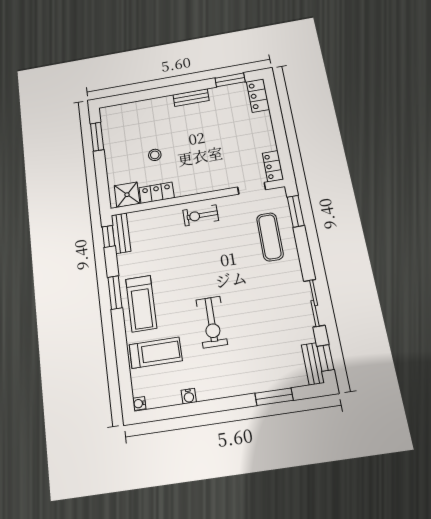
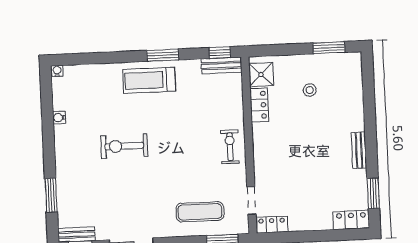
stool: (155, 155) -> (310, 90), moved
treadmill: (156, 353) -> (101, 90), removed

